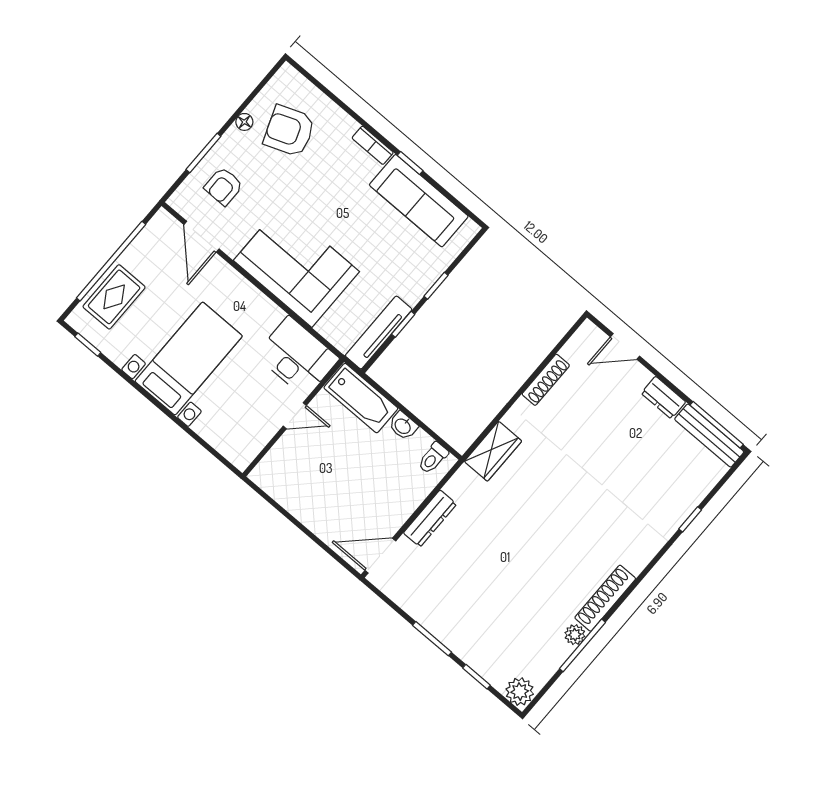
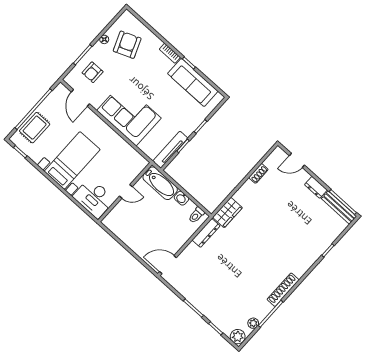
armchair: (289, 131) -> (127, 45), turned 89
desk: (297, 357) -> (94, 198), moved, turned 180
shoe rack: (546, 380) -> (258, 173), width x0.70
dresser: (430, 519) -> (206, 233), moved
plant: (575, 635) -> (253, 323), moved

